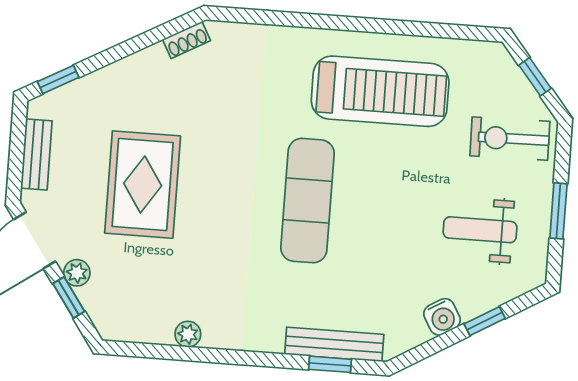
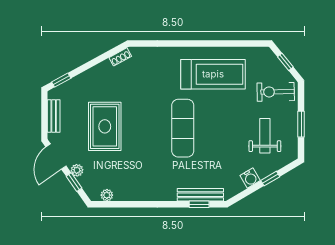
weight bench: (480, 230) -> (265, 136), turned 90
plant: (188, 334) -> (107, 195), moved

